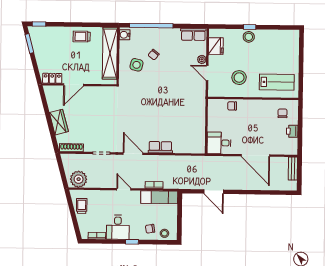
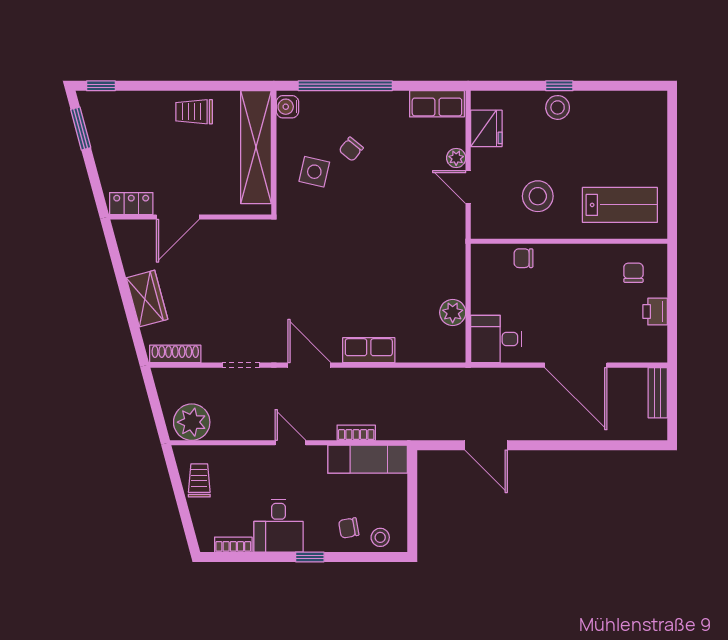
plant: (199, 130) -> (453, 312), added

